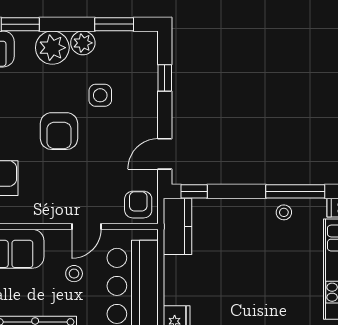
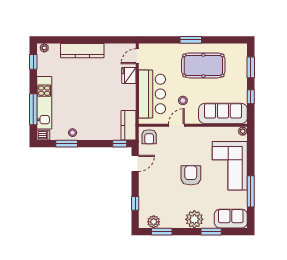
plant: (83, 43) -> (154, 222), moved
side table: (100, 95) -> (169, 194), removed
window: (295, 191) -> (67, 144), width x0.69

